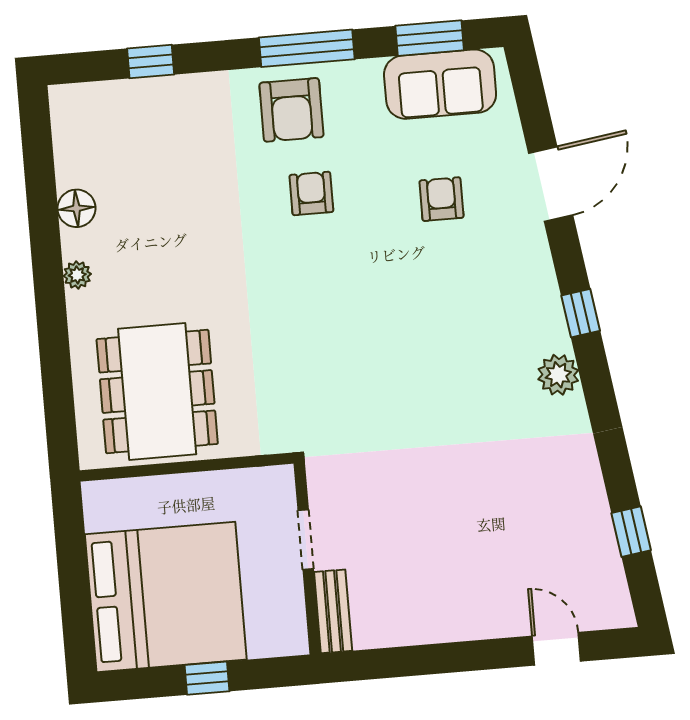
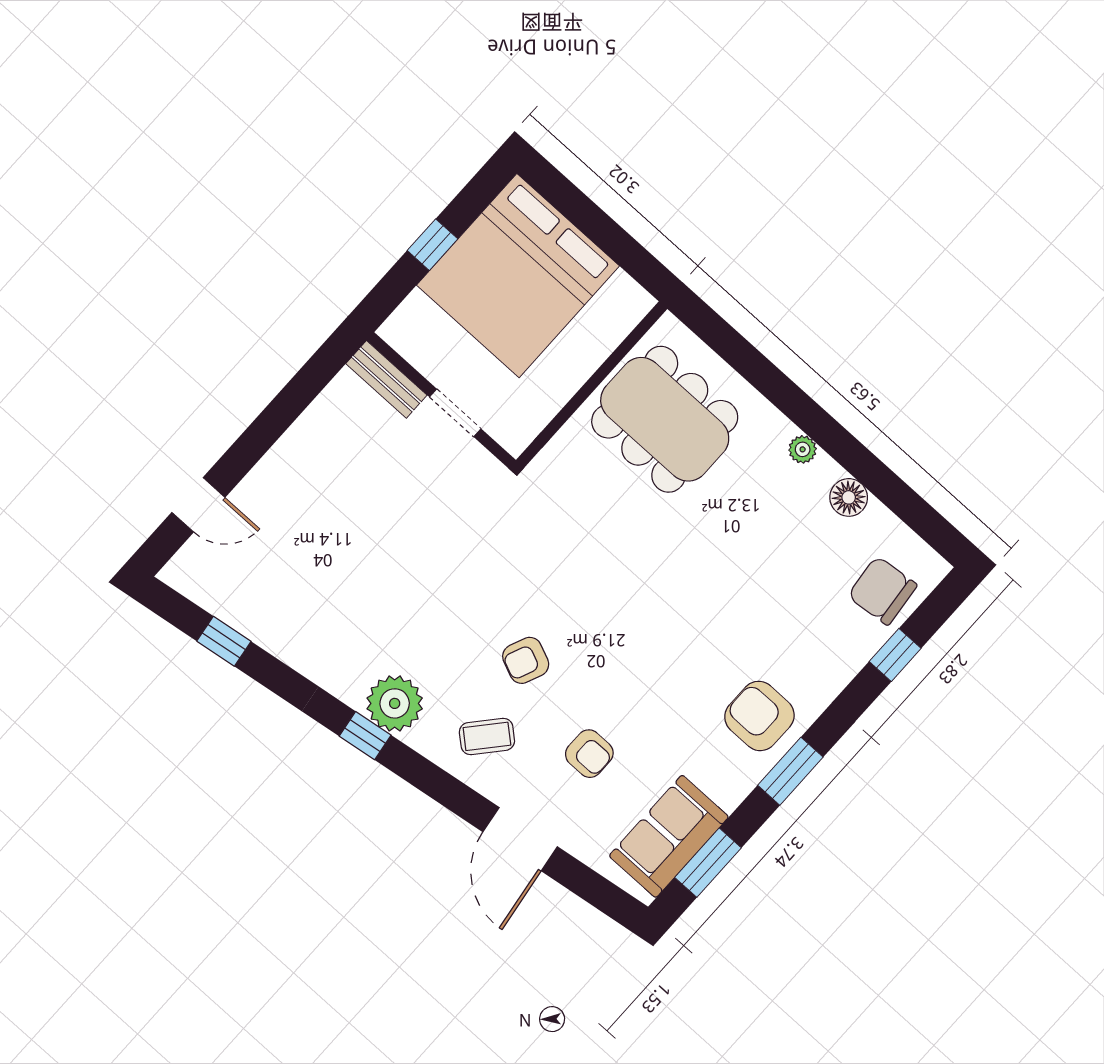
window: (307, 48) -> (790, 771), width x0.69
chair: (116, 117) -> (882, 591), added
armchair: (311, 193) -> (526, 660), moved, turned 113
coffee table: (504, 282) -> (487, 736), added
window: (581, 313) -> (365, 736), moved
plant: (558, 375) -> (395, 703), width x1.36, depth x1.36

